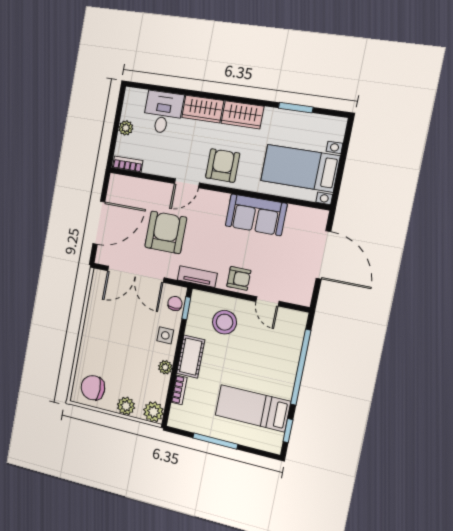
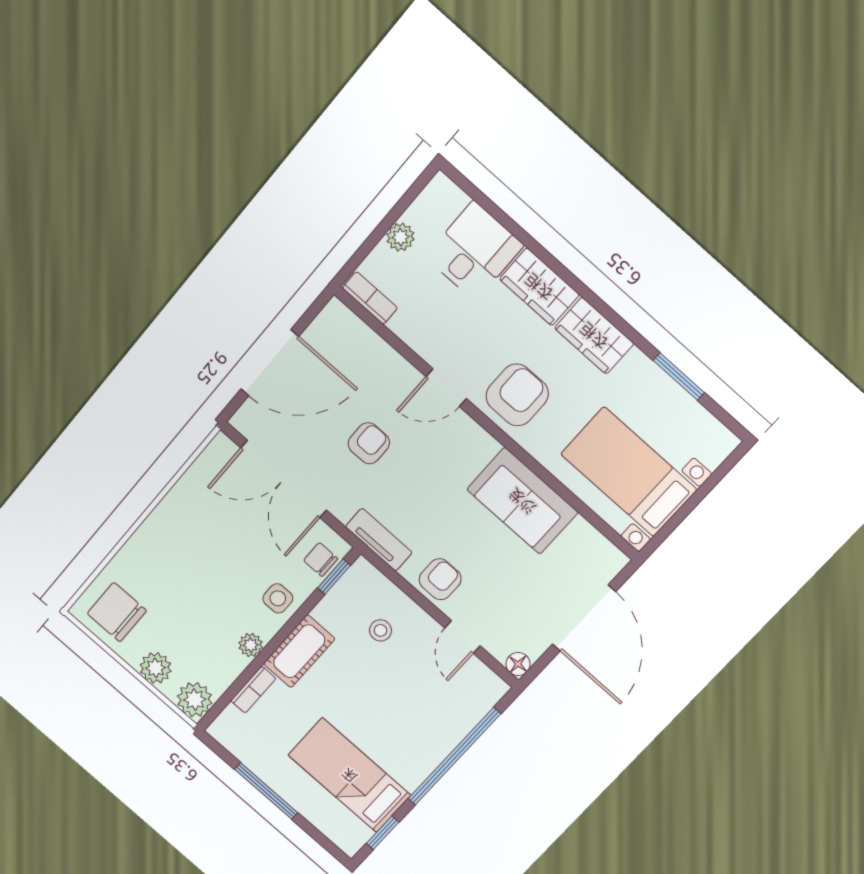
armchair: (166, 232) -> (369, 443), width x0.53, depth x0.53
armchair: (239, 278) -> (440, 579), turned -90
floor lamp: (304, 299) -> (518, 664), added
chair: (175, 303) -> (321, 559), turned -90
stool: (225, 322) -> (381, 630), width x0.53, depth x0.53

